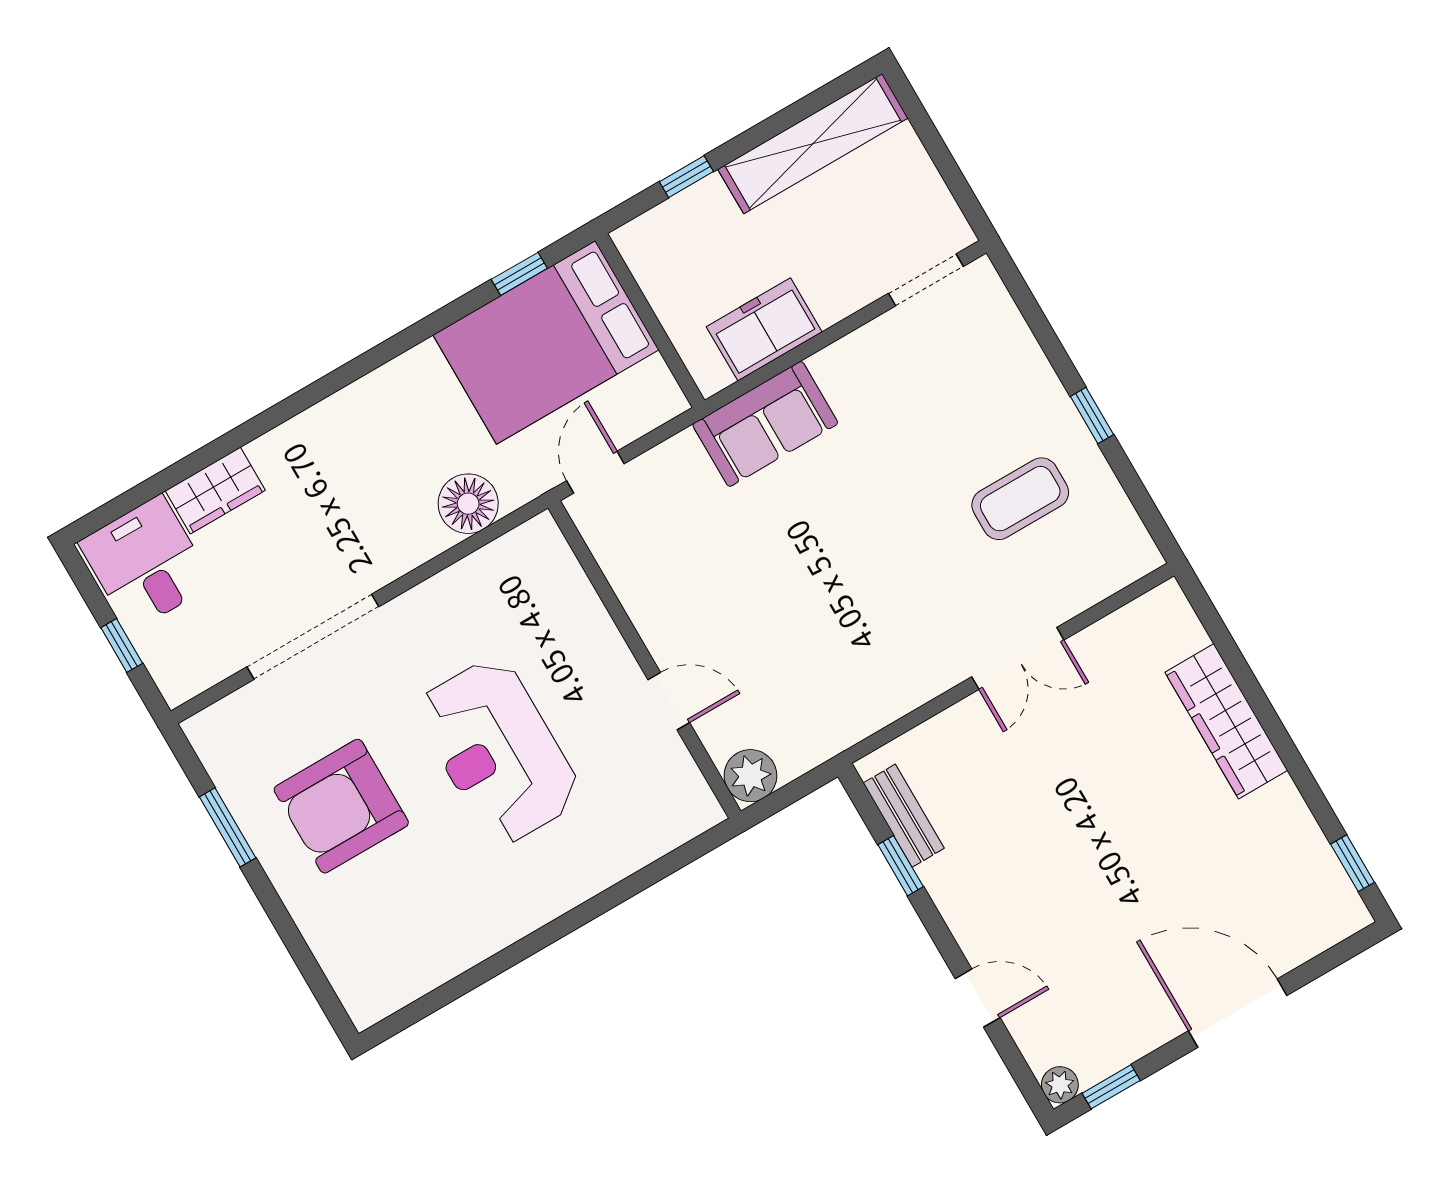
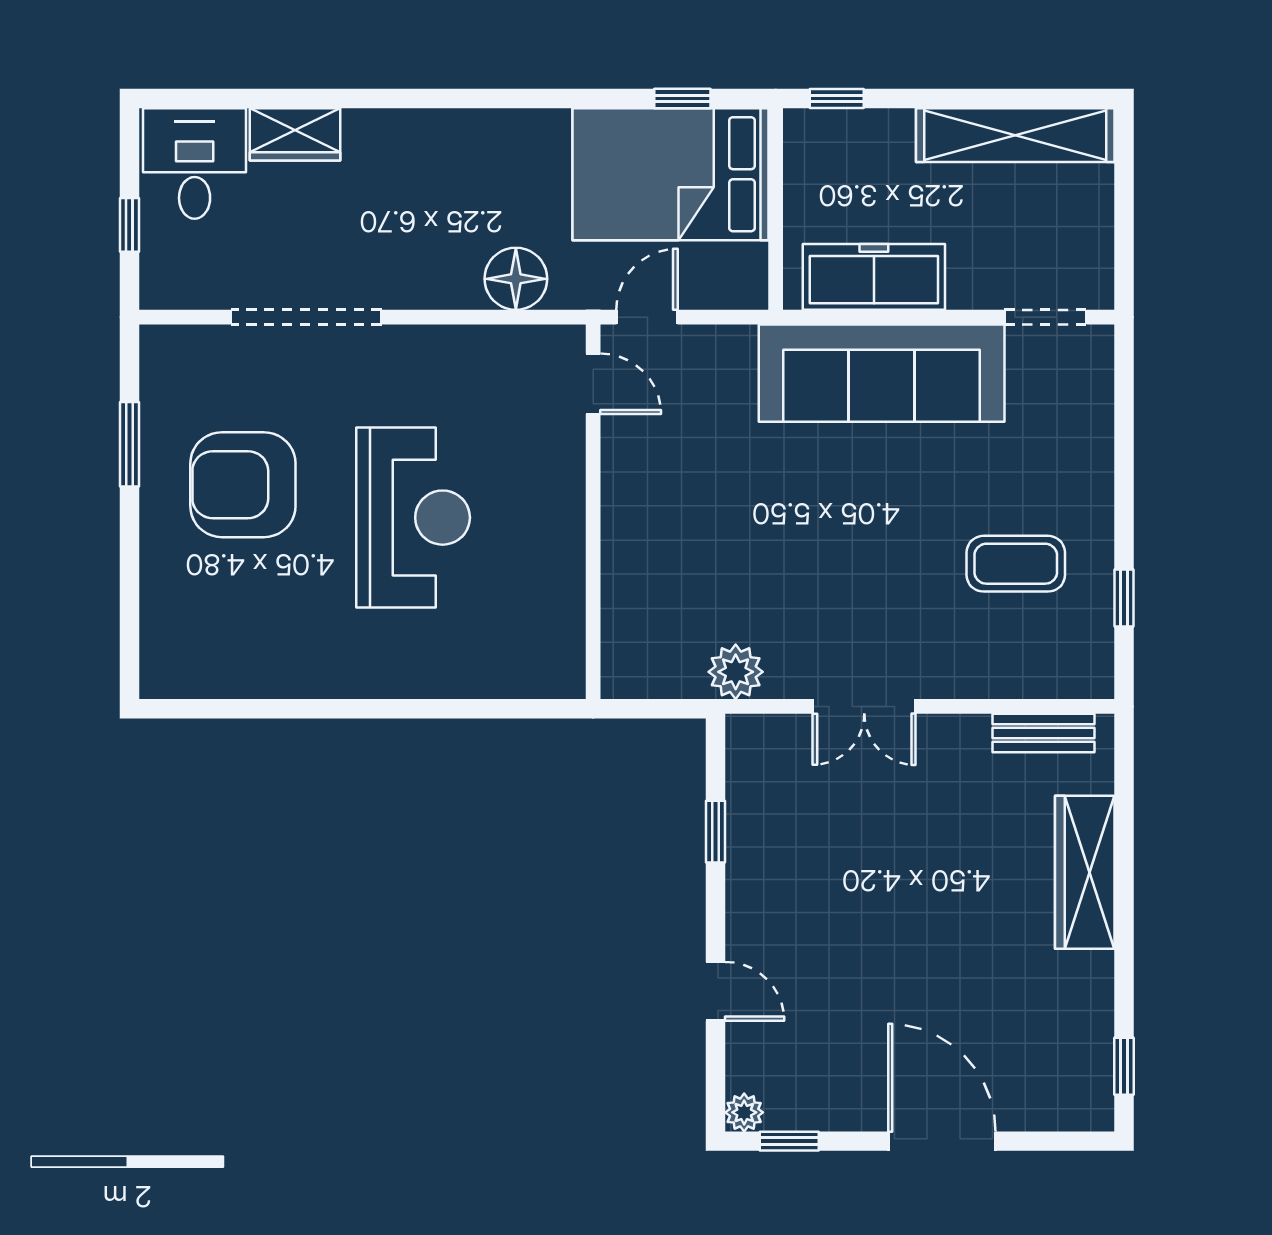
window: (686, 177) -> (837, 99), moved
freezer: (764, 329) -> (874, 277), width x1.40
window: (1092, 416) -> (1124, 598), moved
sofa: (765, 424) -> (882, 373), width x1.85, depth x1.27
double door: (1018, 658) -> (864, 706), moved
door: (669, 701) -> (593, 384), moved
reception desk: (498, 751) -> (413, 518), turned 180
plant: (750, 776) -> (736, 672), moved
bench: (904, 816) -> (1044, 733), moved, turned 90

